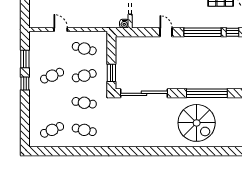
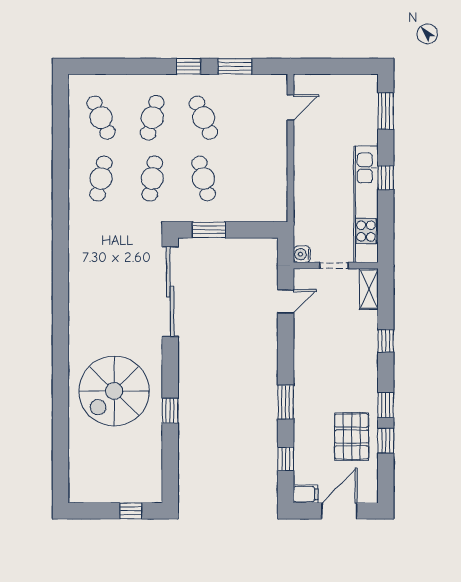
door: (61, 30) -> (290, 107), moved
door: (166, 32) -> (286, 301), moved
window: (202, 32) -> (286, 402), width x0.47
cafe table: (84, 49) -> (152, 118), moved
window: (207, 93) -> (170, 411), width x0.32

